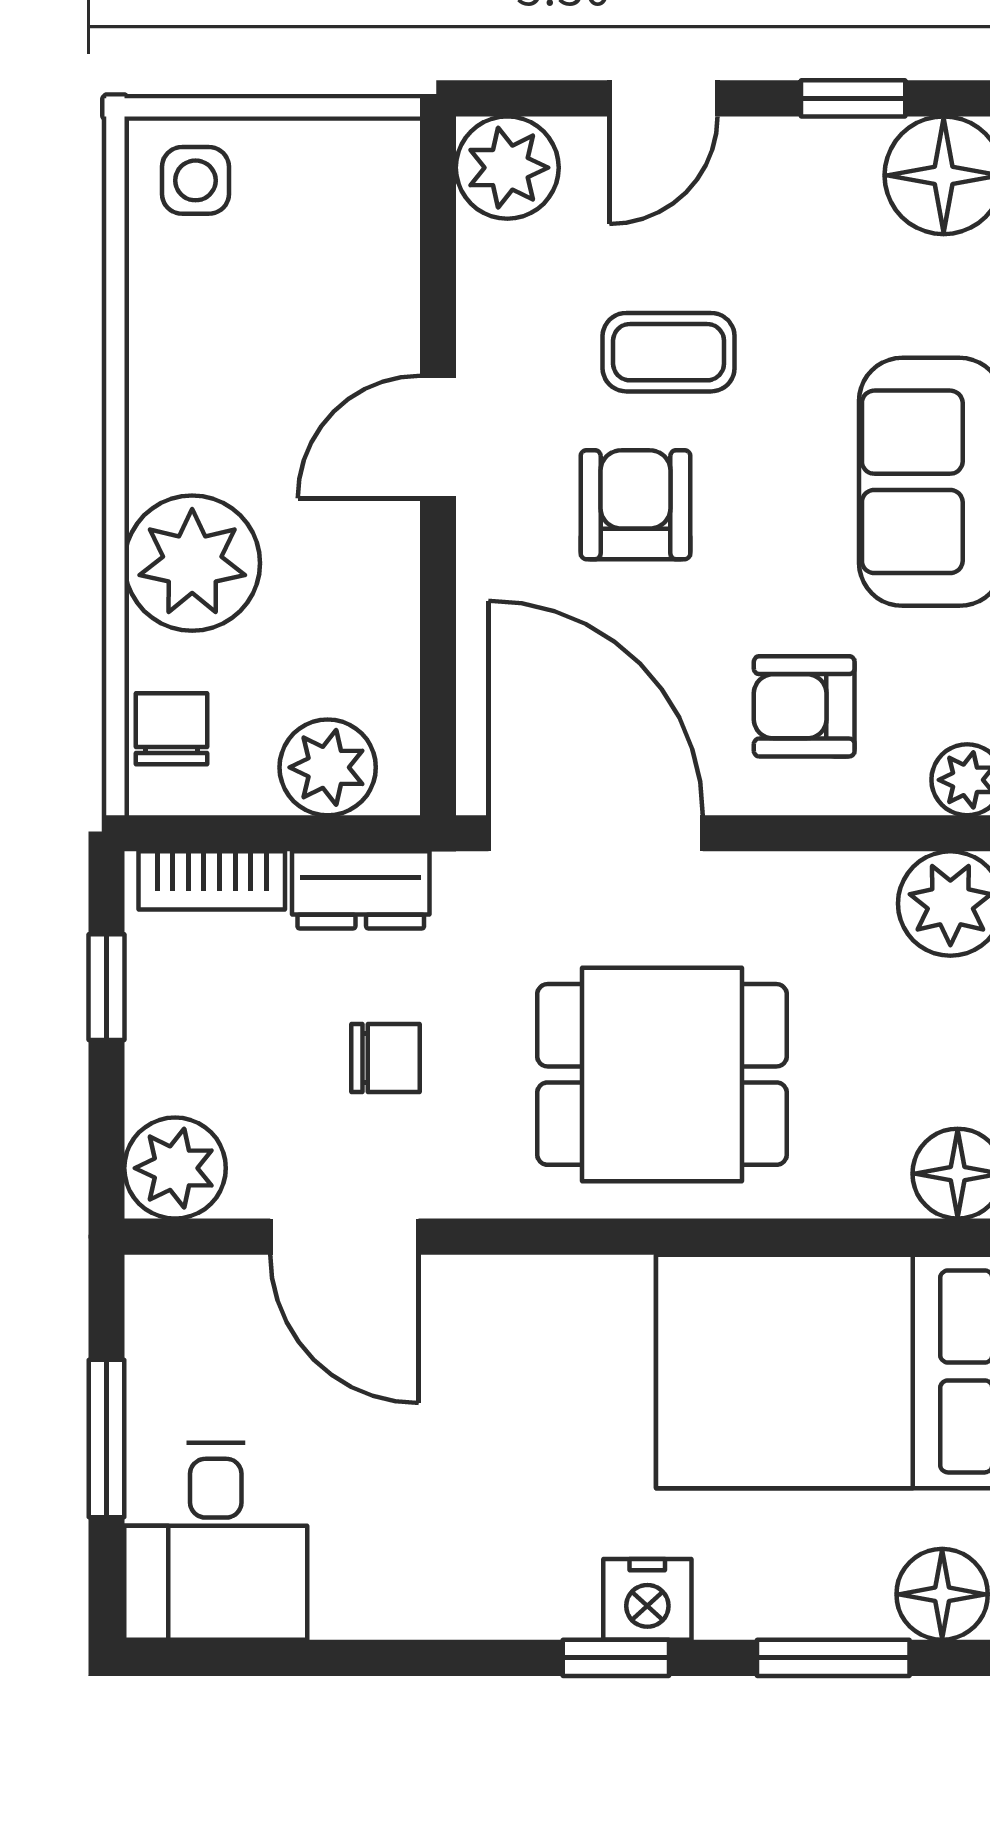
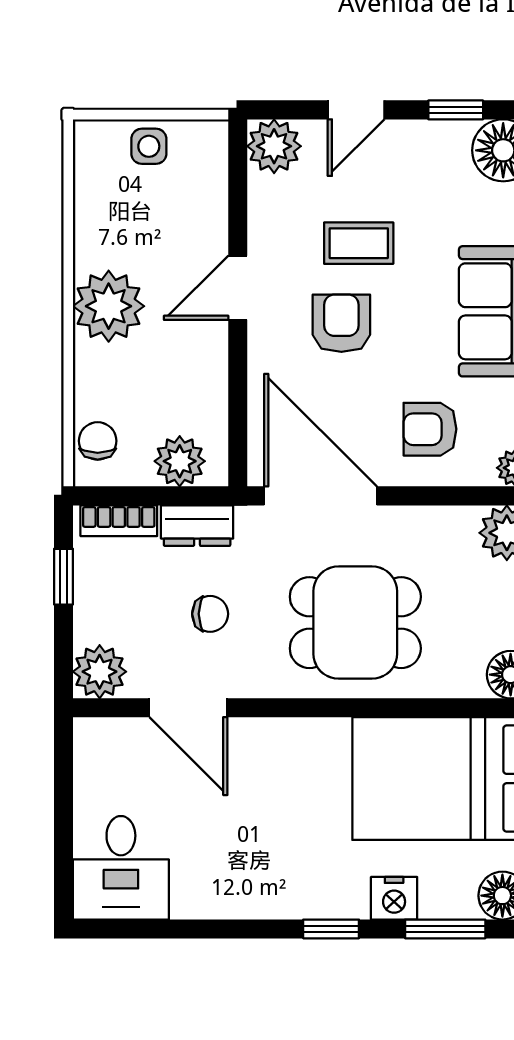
side table: (195, 180) -> (149, 146), moved
plant: (192, 563) -> (109, 306), moved
window: (106, 1438) -> (64, 814), removed
nightstand: (647, 1599) -> (394, 898), moved

